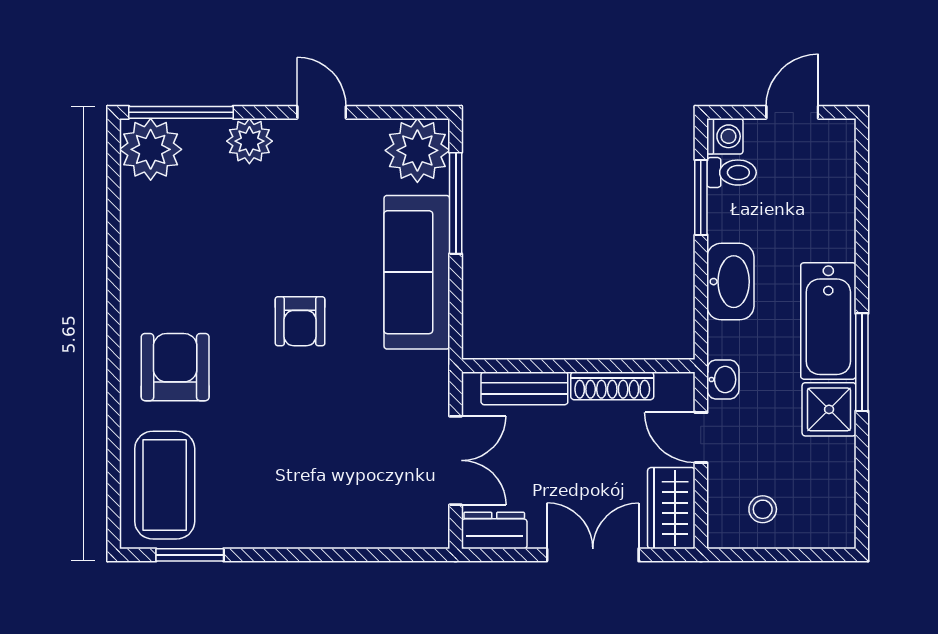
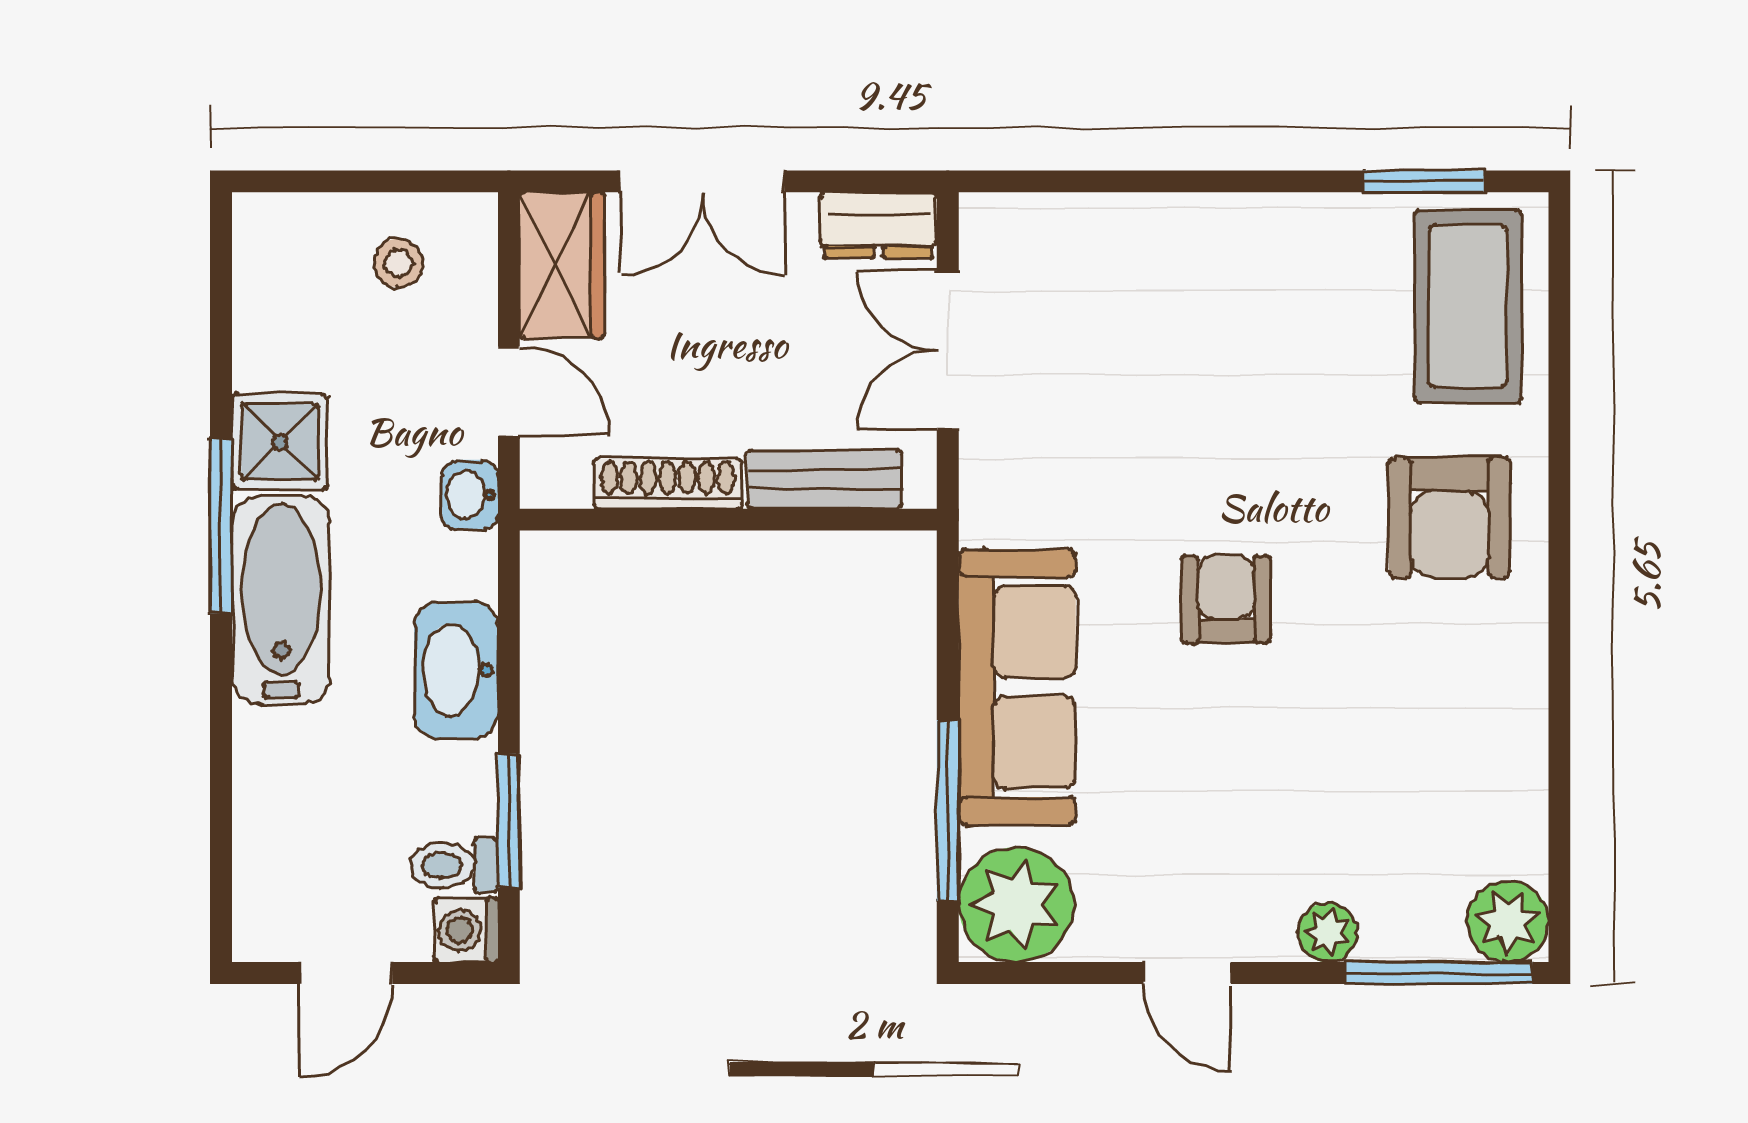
plant: (249, 141) -> (1328, 933), width x0.73, depth x0.73
plant: (151, 149) -> (1508, 922), width x0.73, depth x0.73

